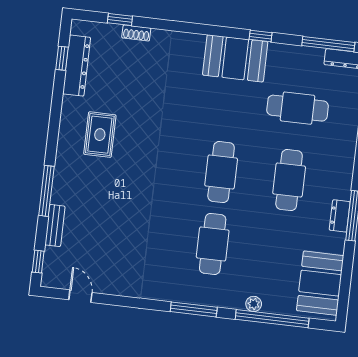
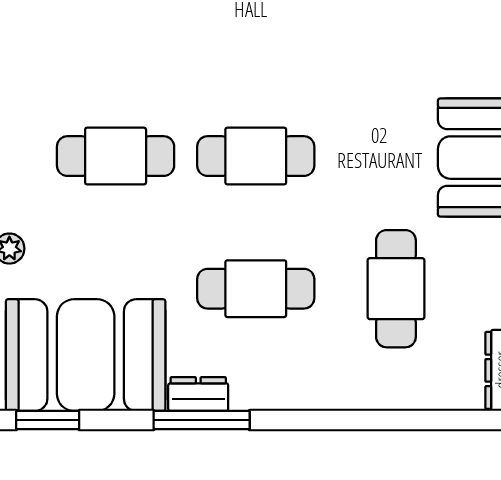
booth: (320, 283) -> (86, 355), width x1.36, depth x1.42
window: (344, 295) -> (48, 420), added

